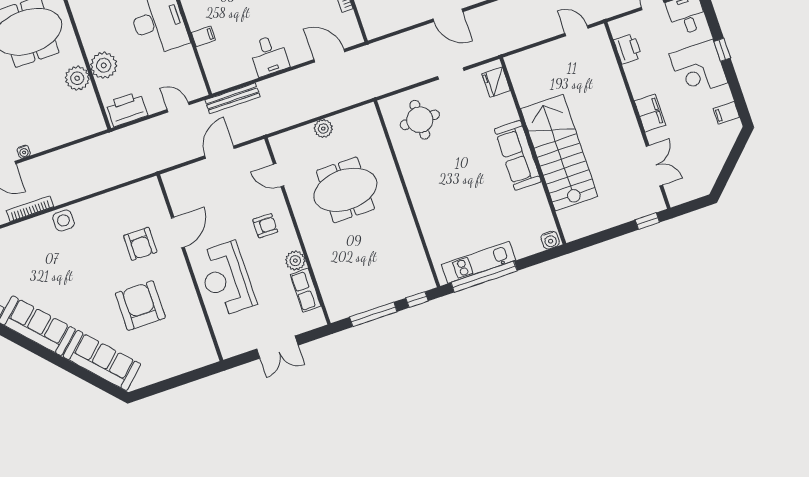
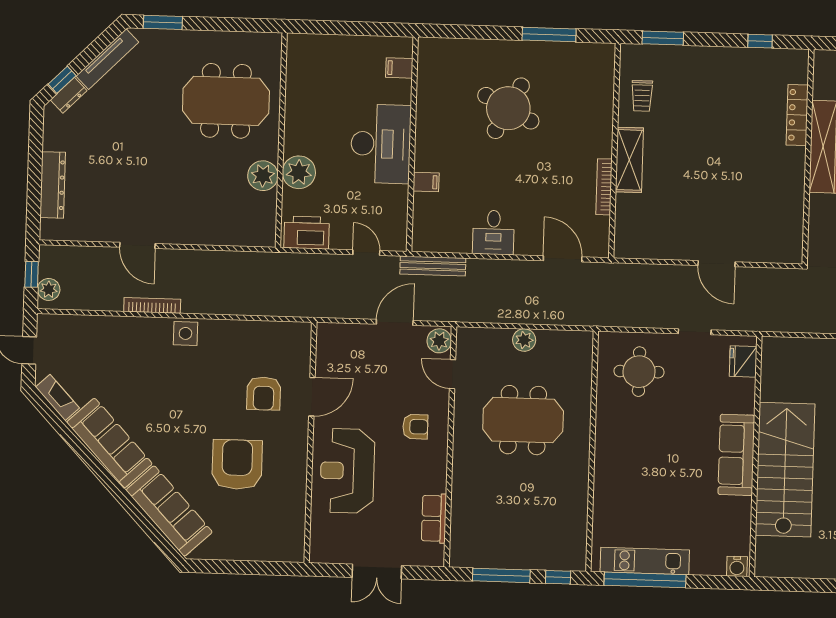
water cooler: (24, 152) -> (170, 237), removed
plant: (295, 261) -> (439, 341), moved

